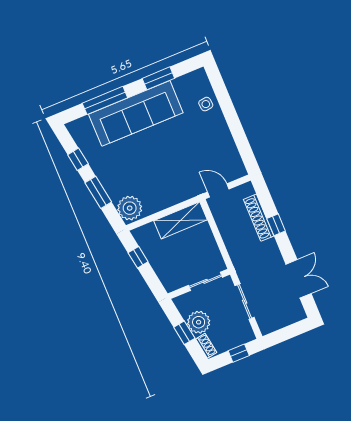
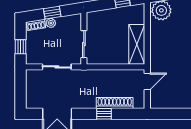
plant: (199, 322) -> (51, 23), width x0.53, depth x0.53

